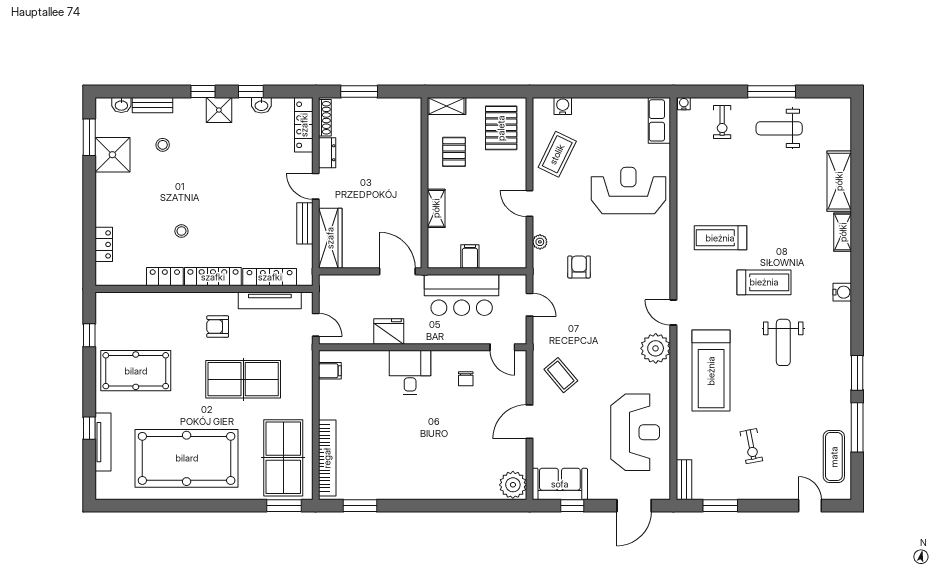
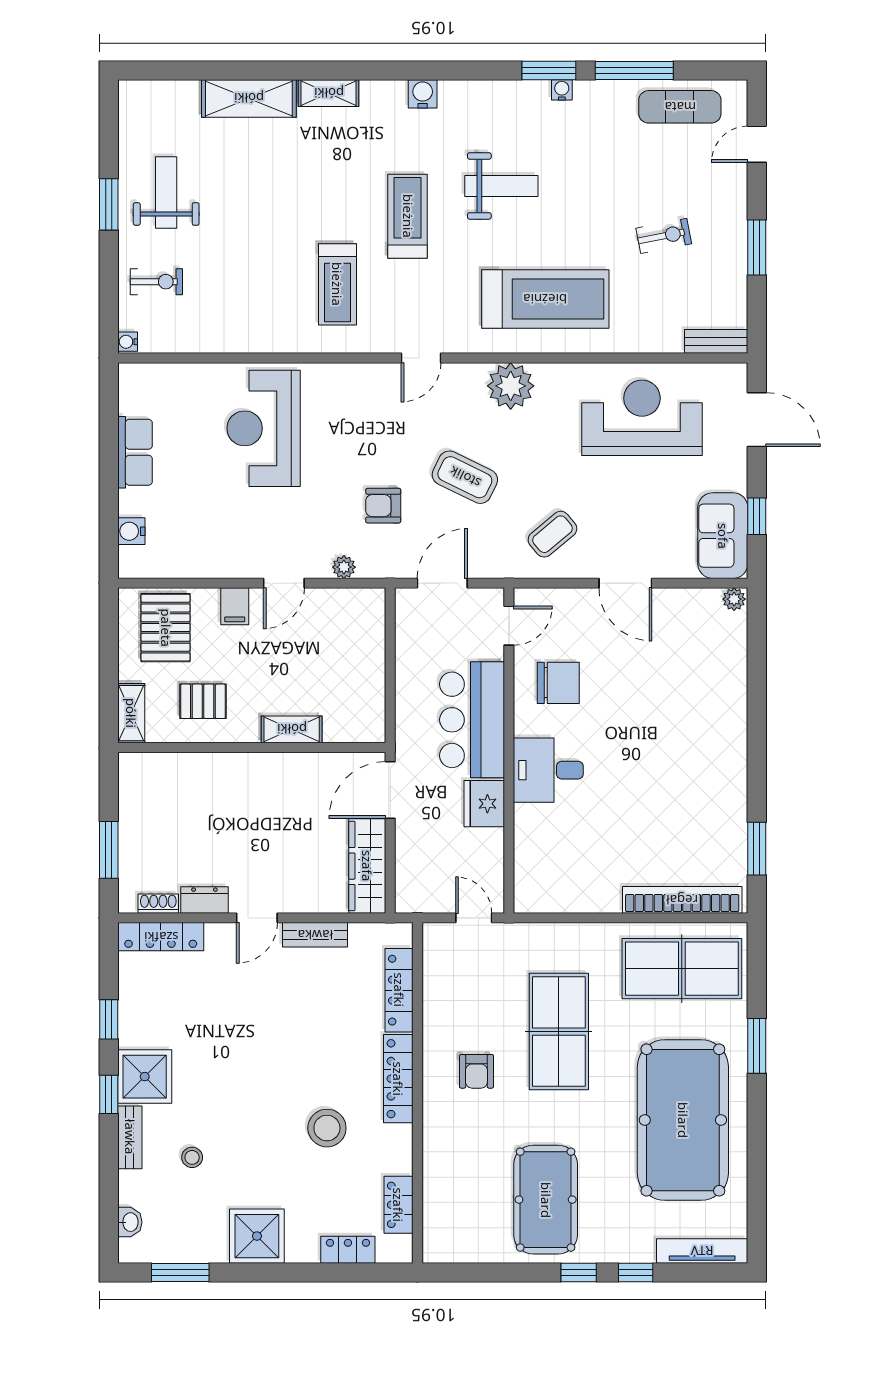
window: (772, 92) -> (109, 204), width x0.69
bench: (153, 105) -> (130, 1137), moved
washbasin: (261, 105) -> (130, 1003), removed
shower: (219, 110) -> (145, 1077), width x1.36, depth x1.36
shoe rack: (325, 118) -> (158, 904), width x0.70
row of seats: (659, 120) -> (135, 452), moved, turned -90
pallet: (501, 128) -> (166, 628), turned 90
weight bench: (779, 128) -> (166, 192), turned 180
coffee table: (557, 154) -> (465, 477), moved
shower: (112, 155) -> (257, 1236), moved
stool: (181, 231) -> (327, 1128), width x1.89, depth x1.89
wardrobe: (330, 238) -> (367, 866), moved, turned -90
filing cabinet: (470, 257) -> (235, 606), moved, turned -90
locker: (165, 277) -> (398, 1205), moved
bar counter: (462, 295) -> (472, 720), moved, turned 180
tv unit: (270, 300) -> (435, 990), removed
door: (530, 305) -> (442, 583), width x1.38
door: (673, 313) -> (421, 358), moved
door: (316, 325) -> (474, 918), hinge flipped
window: (89, 335) -> (579, 1272), moved
filing cabinet: (330, 371) -> (546, 896), removed
chair: (466, 379) -> (558, 683), width x1.87, depth x1.87
water cooler: (845, 381) -> (562, 90), added
tv unit: (103, 442) -> (702, 1251), moved
plant: (513, 485) -> (734, 599), width x0.53, depth x0.53
window: (284, 506) -> (757, 1046), moved
window: (720, 506) -> (757, 247), moved

